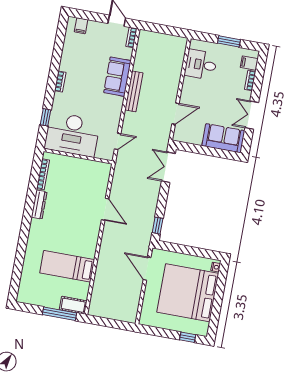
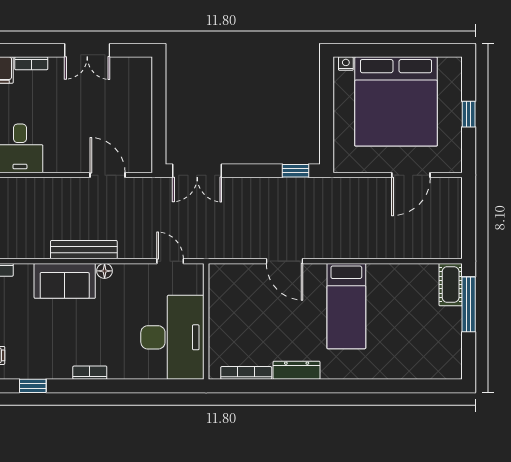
floor lamp: (119, 101) -> (105, 271), added
window: (46, 117) -> (33, 386), moved
sofa: (223, 138) -> (133, 90), removed
door: (105, 209) -> (285, 261), swing flipped
bed: (67, 266) -> (346, 306), moved
door: (147, 269) -> (411, 175), moved
window: (188, 337) -> (469, 114), moved

